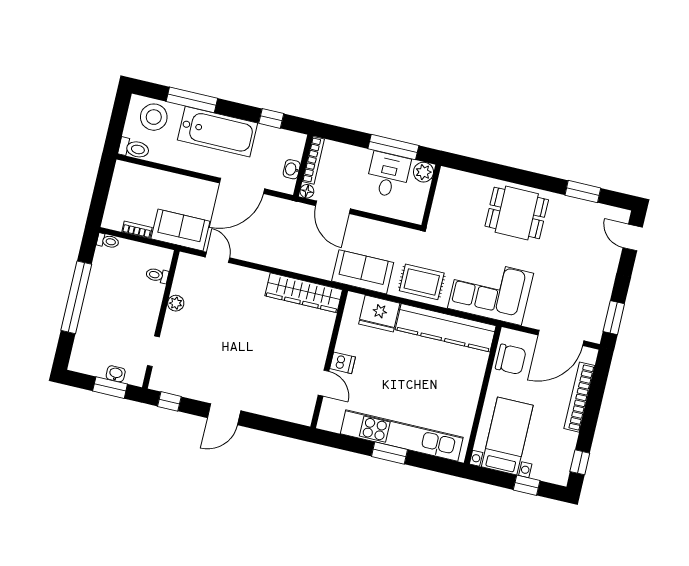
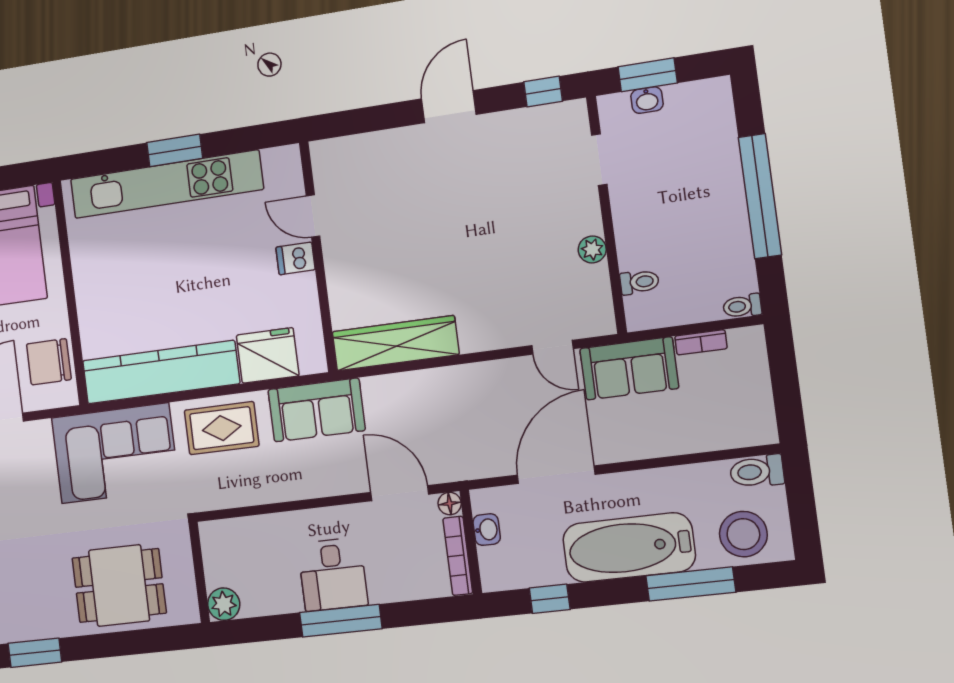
plant: (423, 172) -> (224, 604), moved
wall: (431, 196) -> (199, 572), moved

